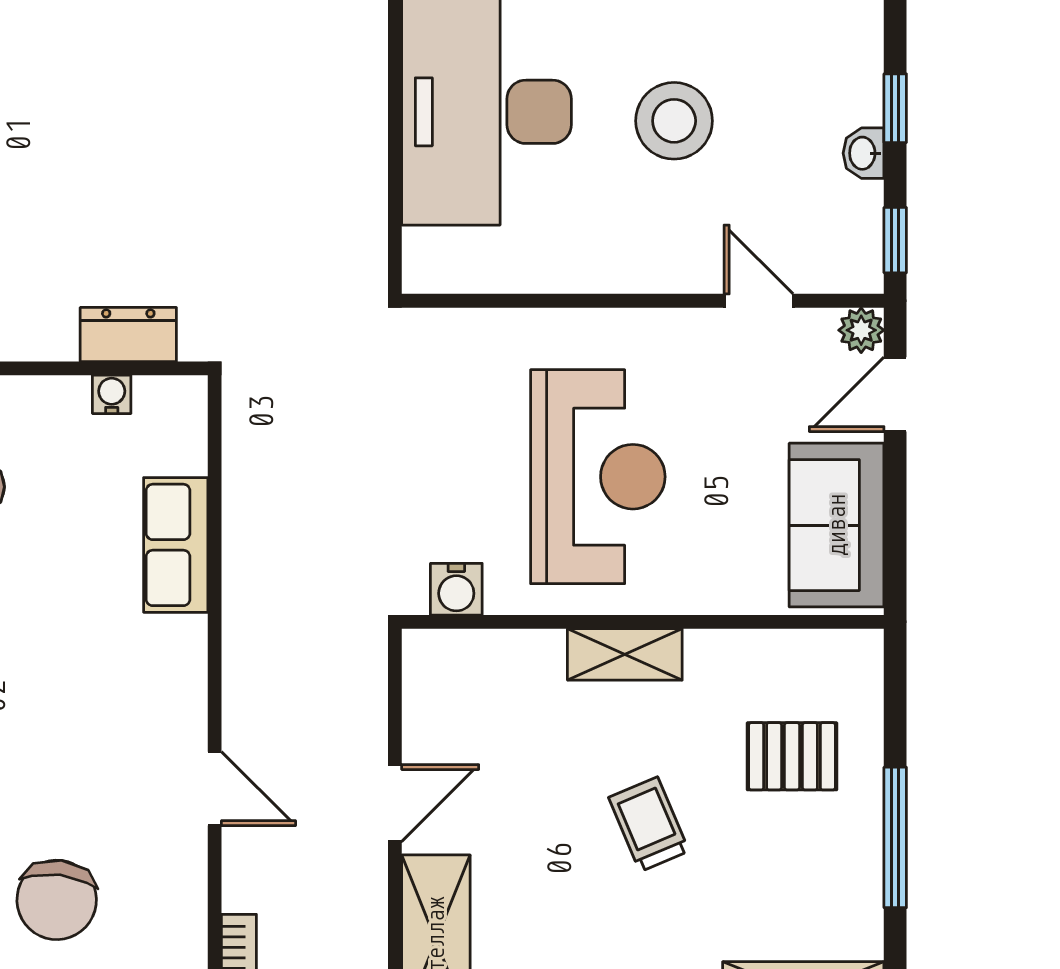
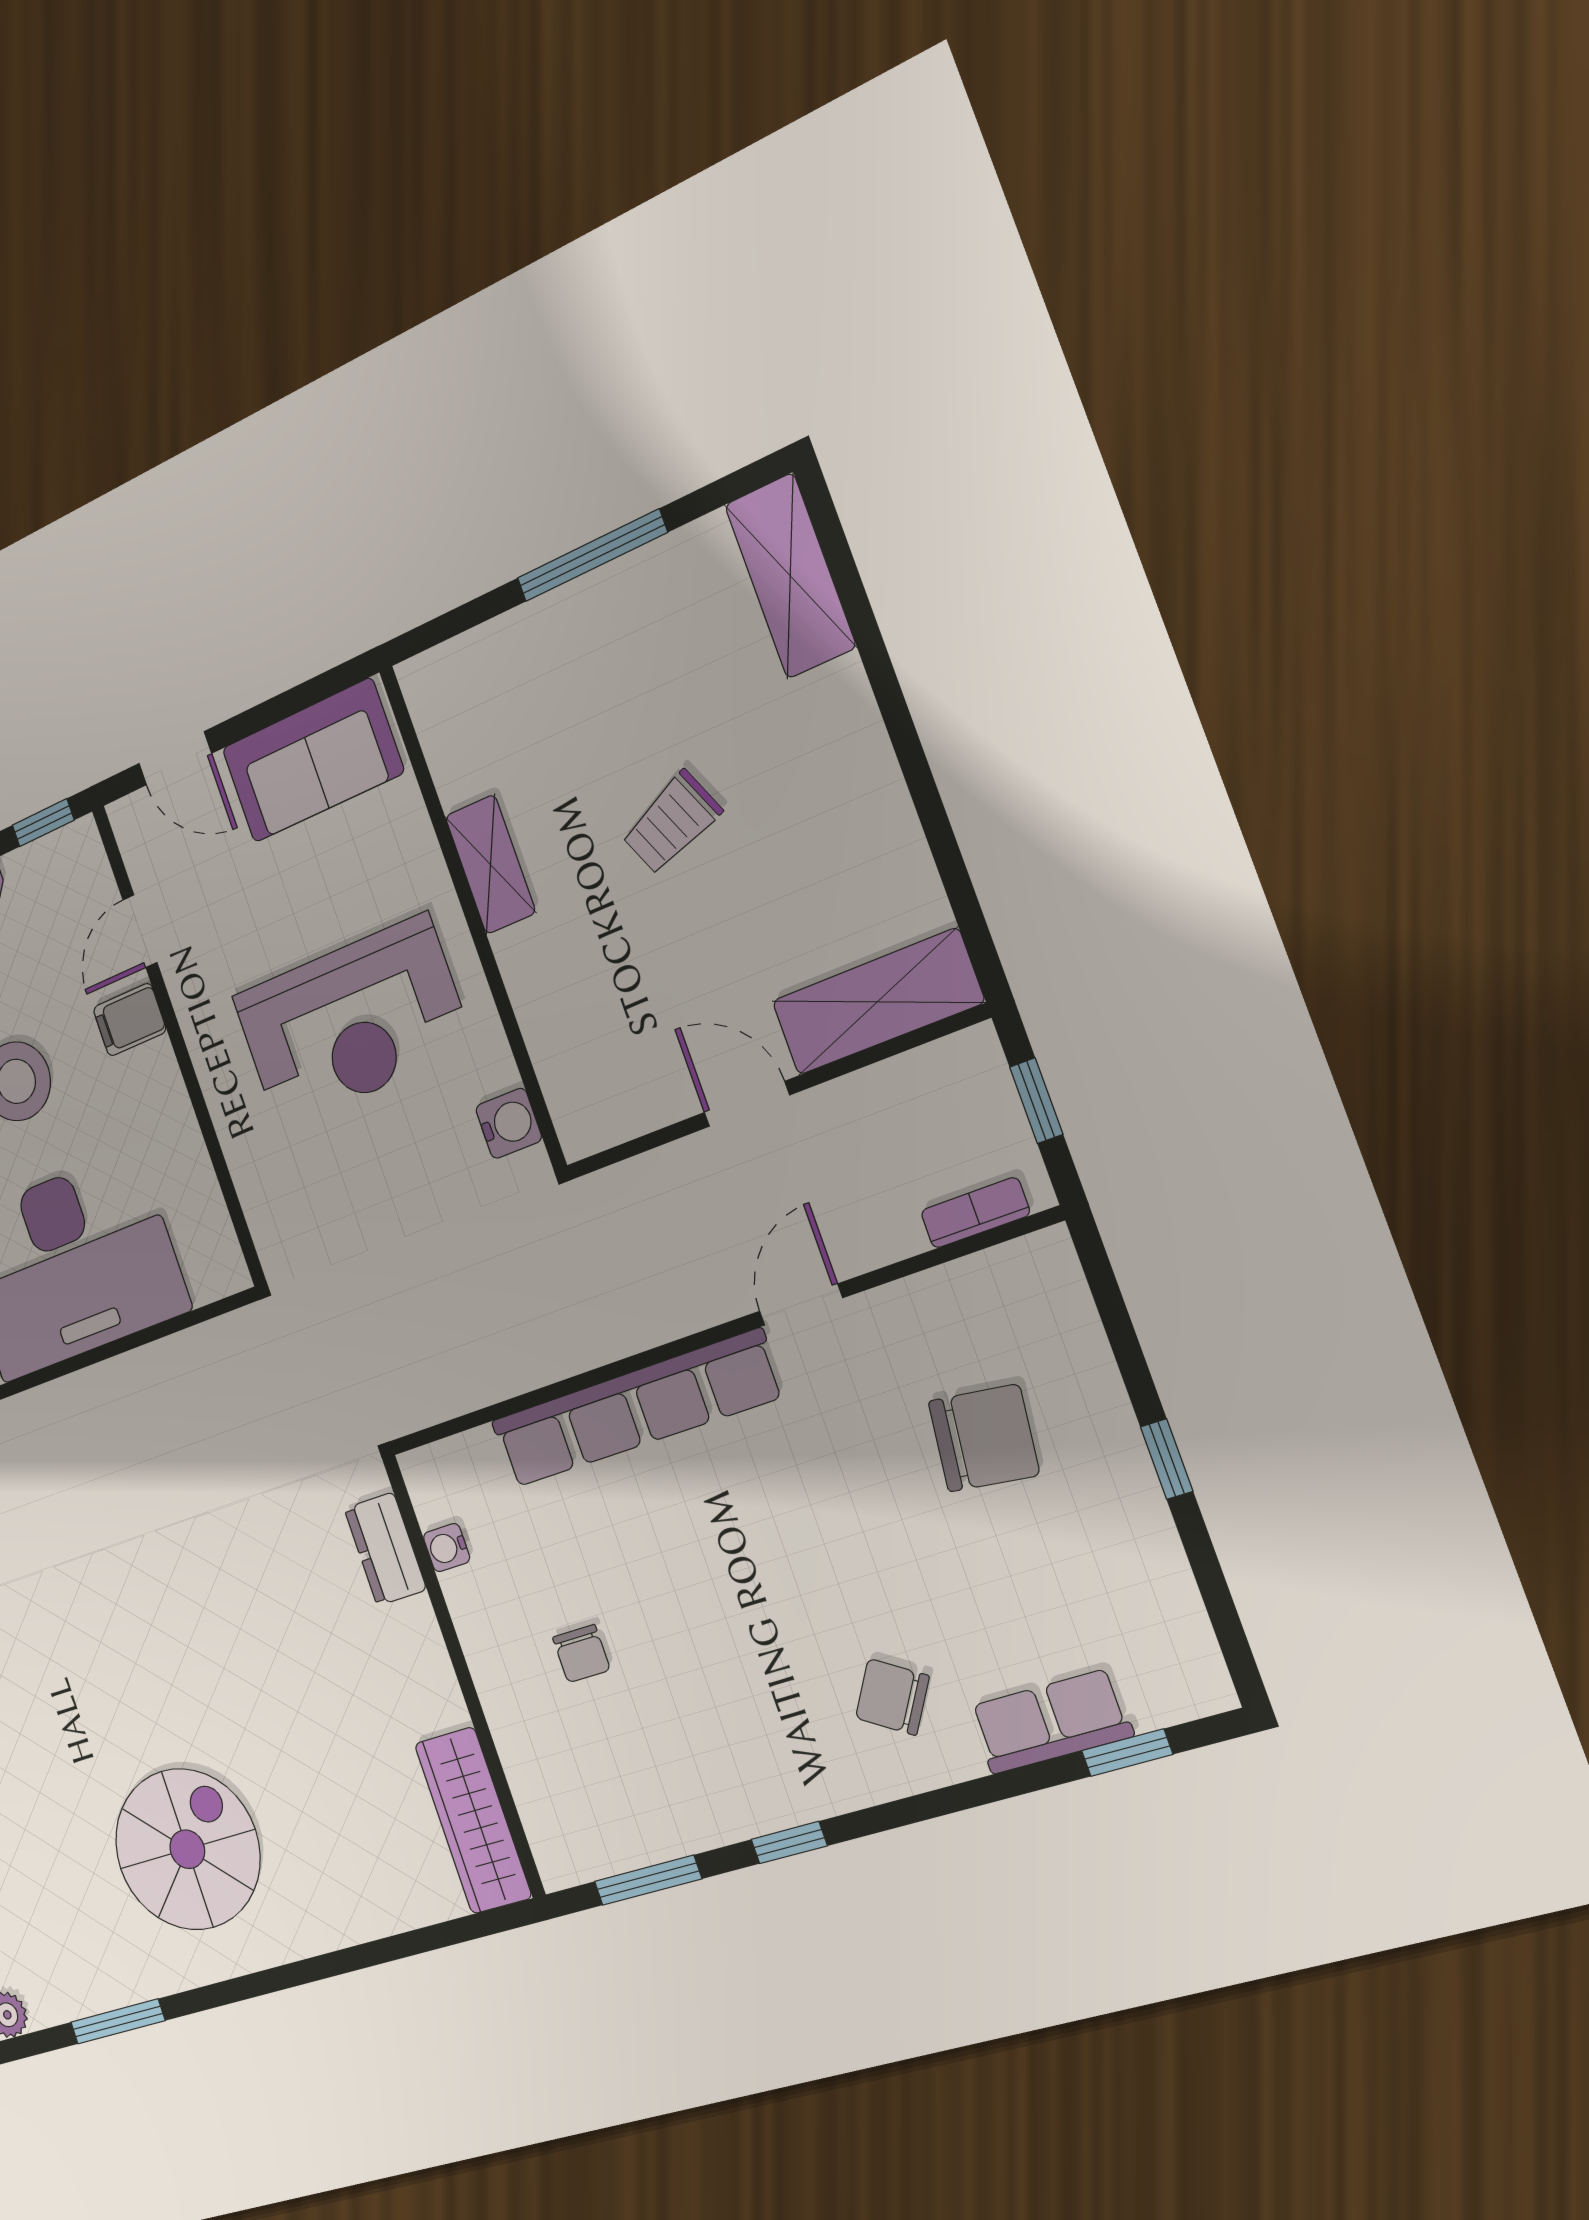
filing cabinet: (684, 260) -> (130, 1020), added
plant: (861, 330) -> (131, 819), removed
reception desk: (598, 477) -> (352, 1022), turned 180
row of seats: (176, 545) -> (636, 1409), width x2.02
shelving: (625, 654) -> (490, 864), moved
pallet: (792, 756) -> (549, 702), removed

